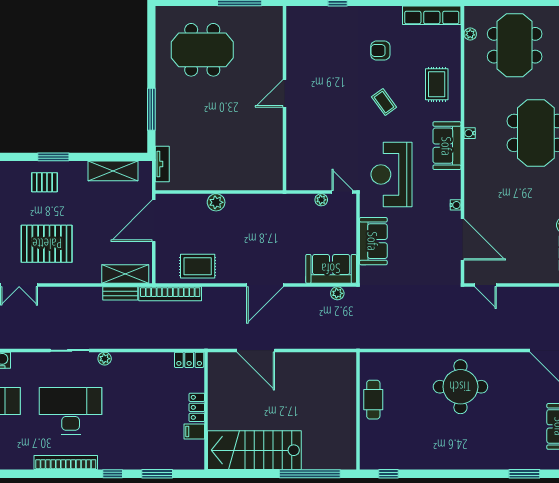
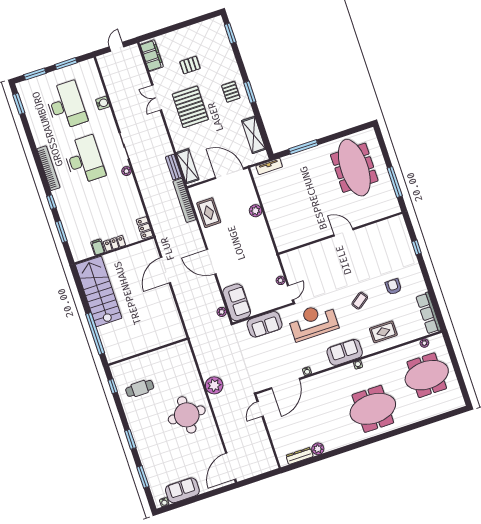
meeting table: (202, 50) -> (354, 168), width x1.36
plant: (433, 336) -> (214, 385), added
cafe table: (373, 400) -> (140, 388), moved
window: (468, 474) -> (130, 439), added

